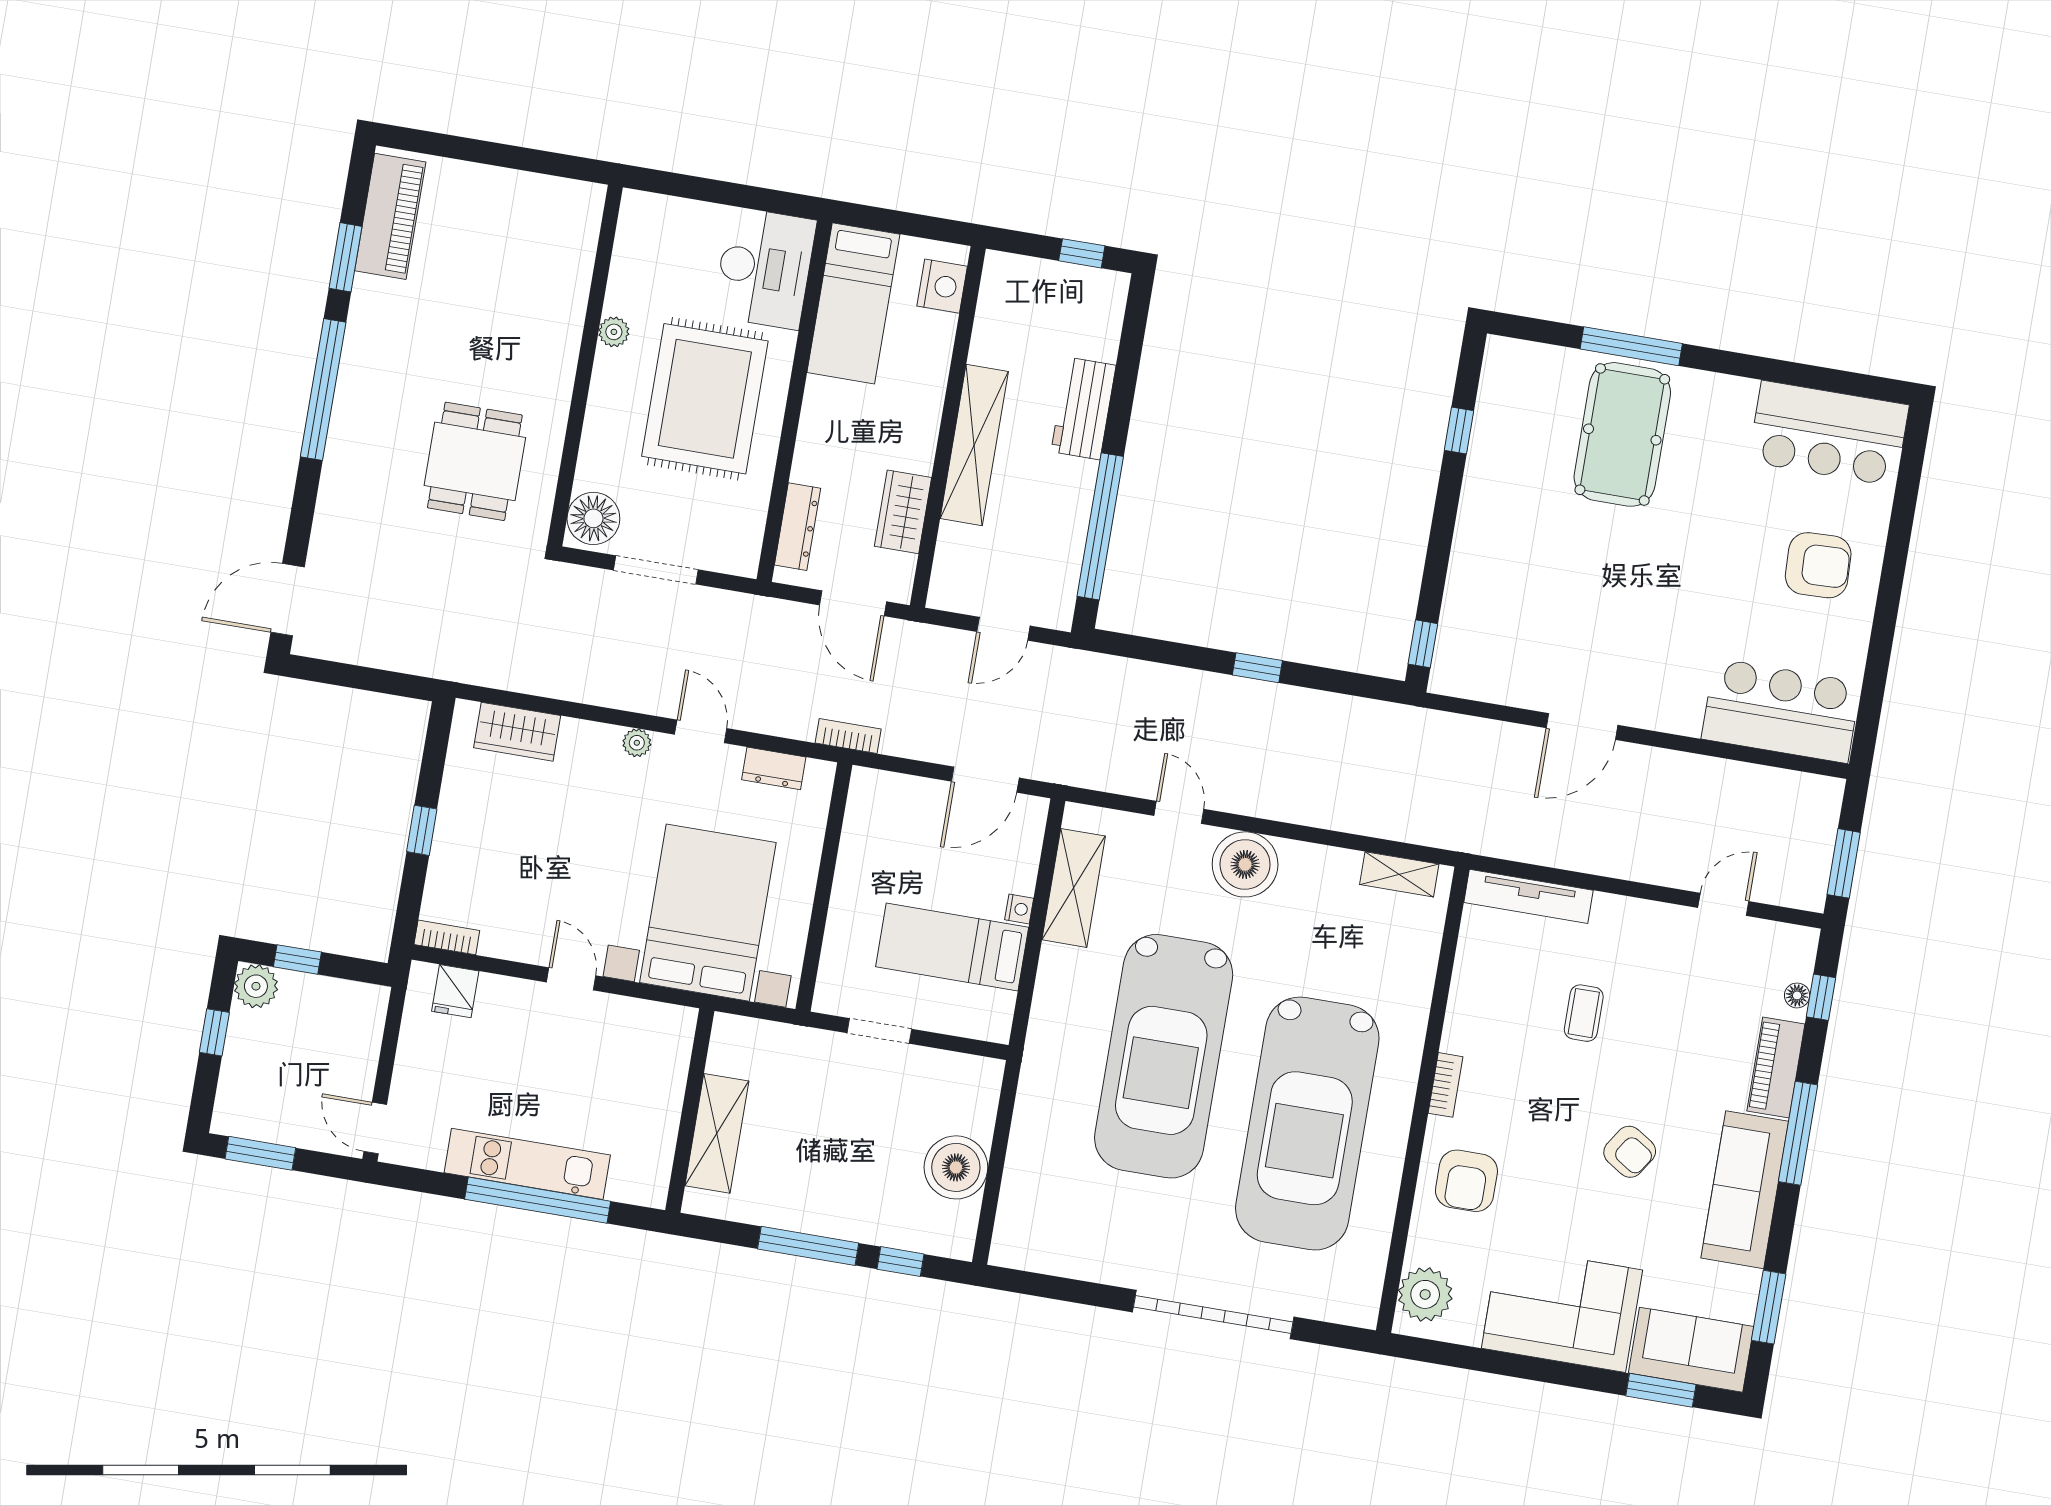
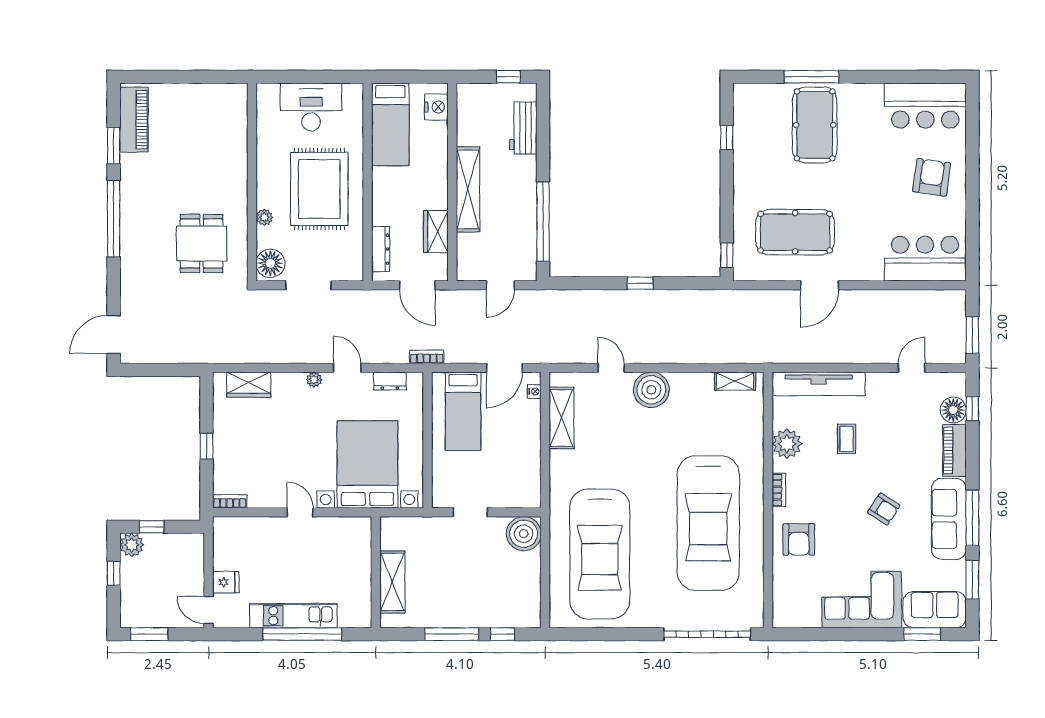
desk: (765, 268) -> (311, 107), moved, turned -90
plant: (614, 332) -> (264, 217), moved
workbench: (1083, 409) -> (523, 128), moved
armchair: (1818, 565) -> (932, 177), turned -80
pool table: (1554, 623) -> (795, 232), added
tv unit: (1528, 896) -> (819, 384), width x1.36, depth x1.29
nightstand: (1019, 909) -> (534, 391), moved
bed: (952, 947) -> (463, 411), moved, turned -90
fridge: (455, 991) -> (226, 582), moved, turned -90
floor lamp: (1797, 995) -> (953, 410), width x1.89, depth x1.89
car: (1164, 1056) -> (600, 554), moved
window: (1798, 1133) -> (972, 518), moved
boiler: (956, 1167) -> (524, 534), moved
plant: (1425, 1294) -> (787, 444), moved
garage door: (1213, 1314) -> (707, 634), moved

